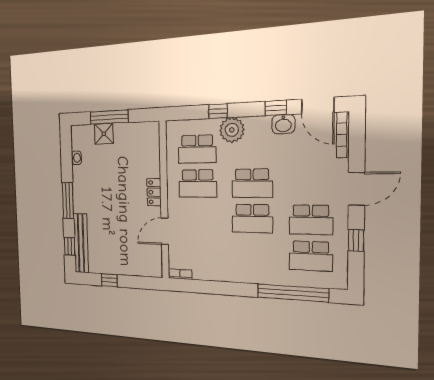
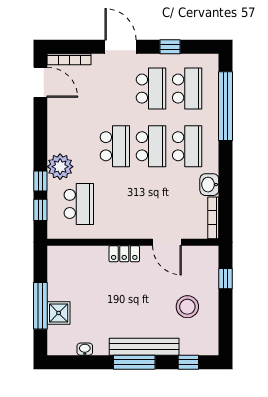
door: (318, 106) -> (40, 82), hinge flipped
window: (276, 108) -> (40, 210), moved
washbasin: (283, 124) -> (209, 185), moved, turned 180
school desk: (198, 183) -> (187, 146), moved
bench: (81, 243) -> (144, 347), moved
stool: (112, 247) -> (187, 307), added
bookcase: (180, 274) -> (213, 218), width x1.56
window: (109, 280) -> (225, 279), moved

